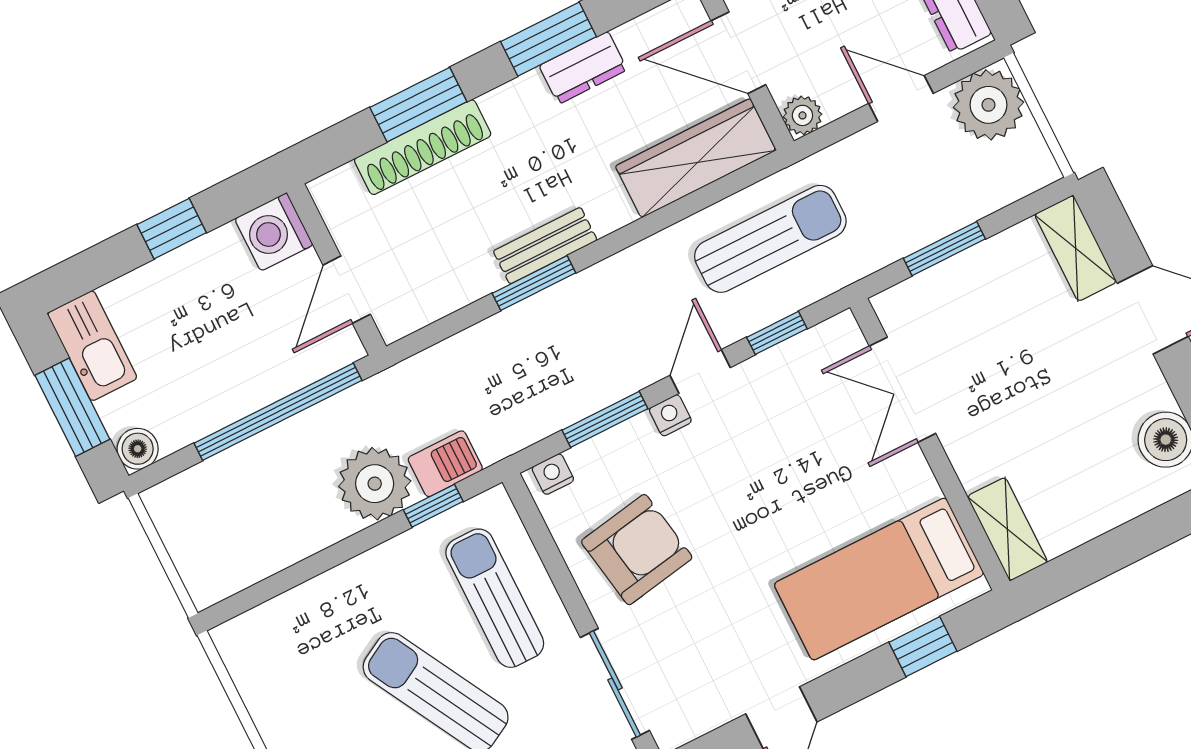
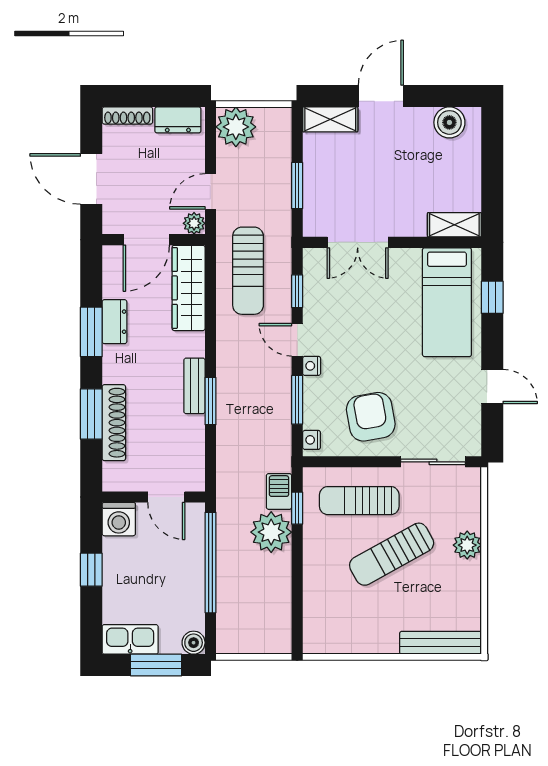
door: (901, 98) -> (210, 191), moved
sun lounger: (770, 239) -> (248, 271), turned 180

